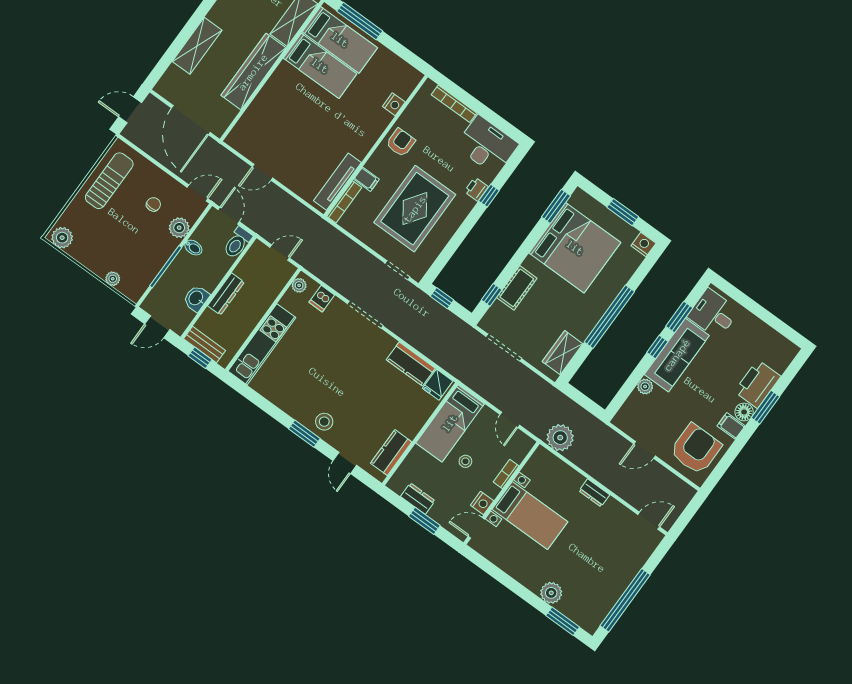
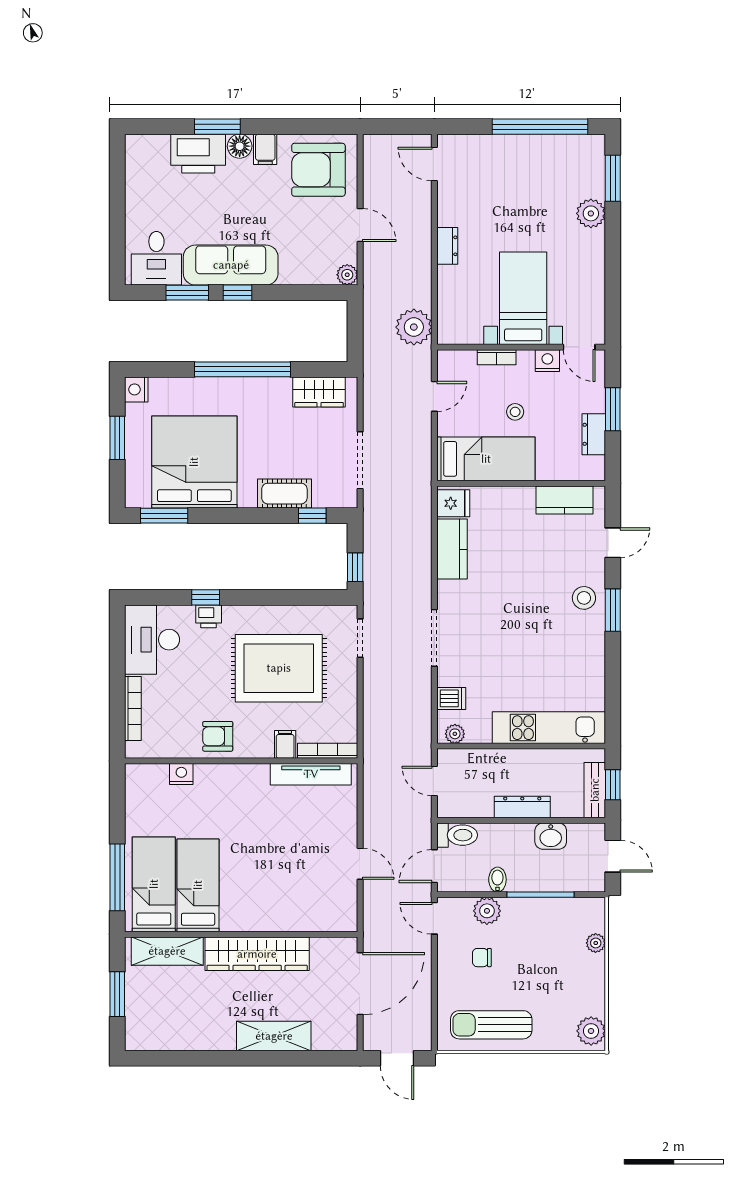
plant: (645, 387) -> (347, 275), moved

